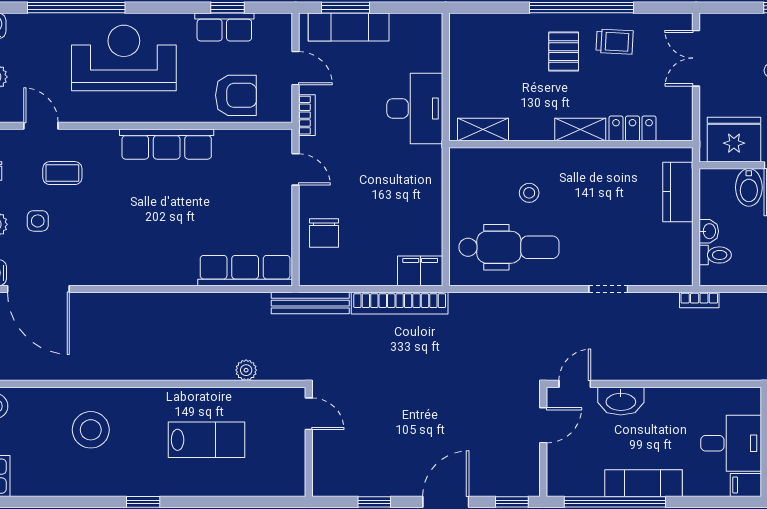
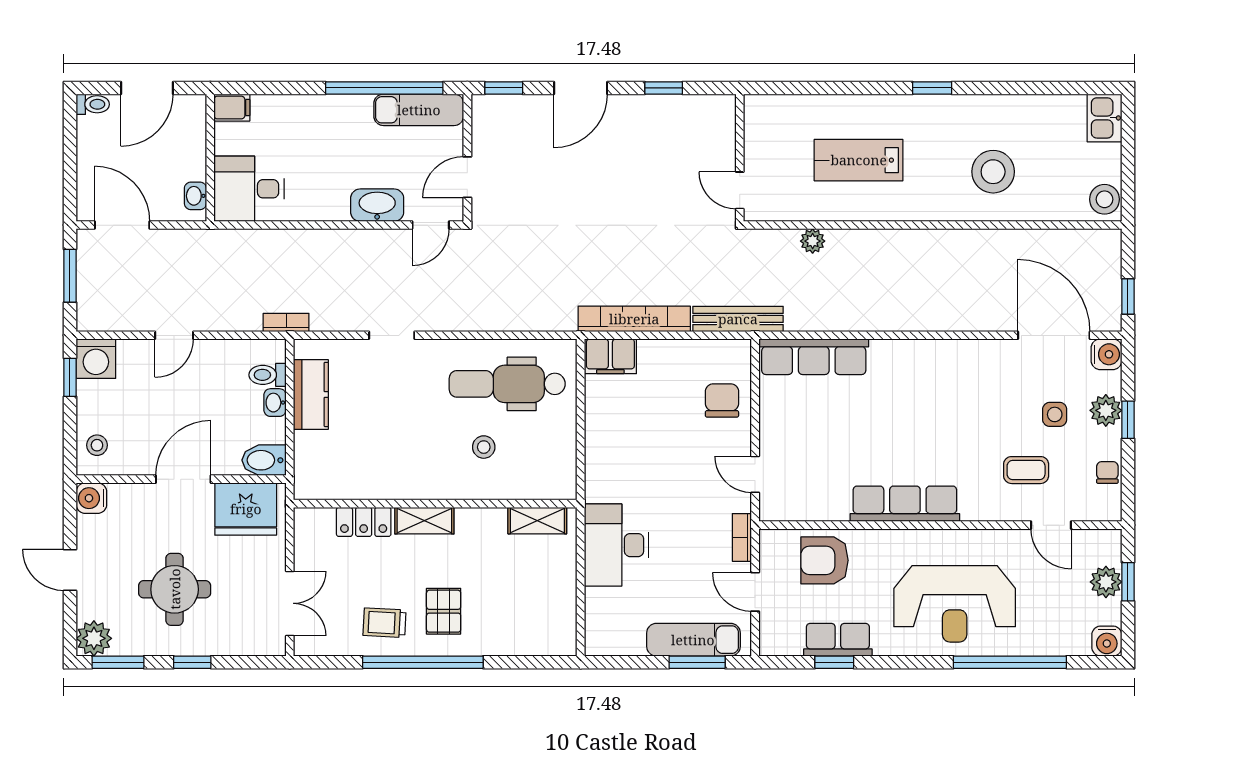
bidet: (749, 187) -> (264, 460), moved, turned -90
kitchen counter: (678, 192) -> (311, 394), moved
desk: (731, 443) -> (249, 189), moved
exam couch: (644, 483) -> (419, 110), moved

